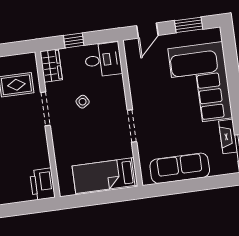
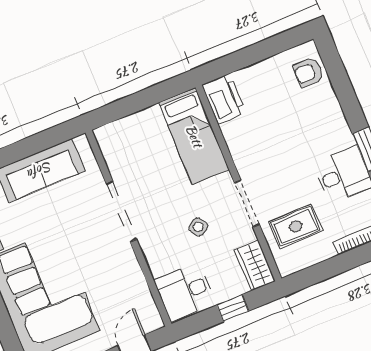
doorway: (132, 126) -> (121, 211), width x1.36
bed: (105, 176) -> (194, 136), moved, turned 90

